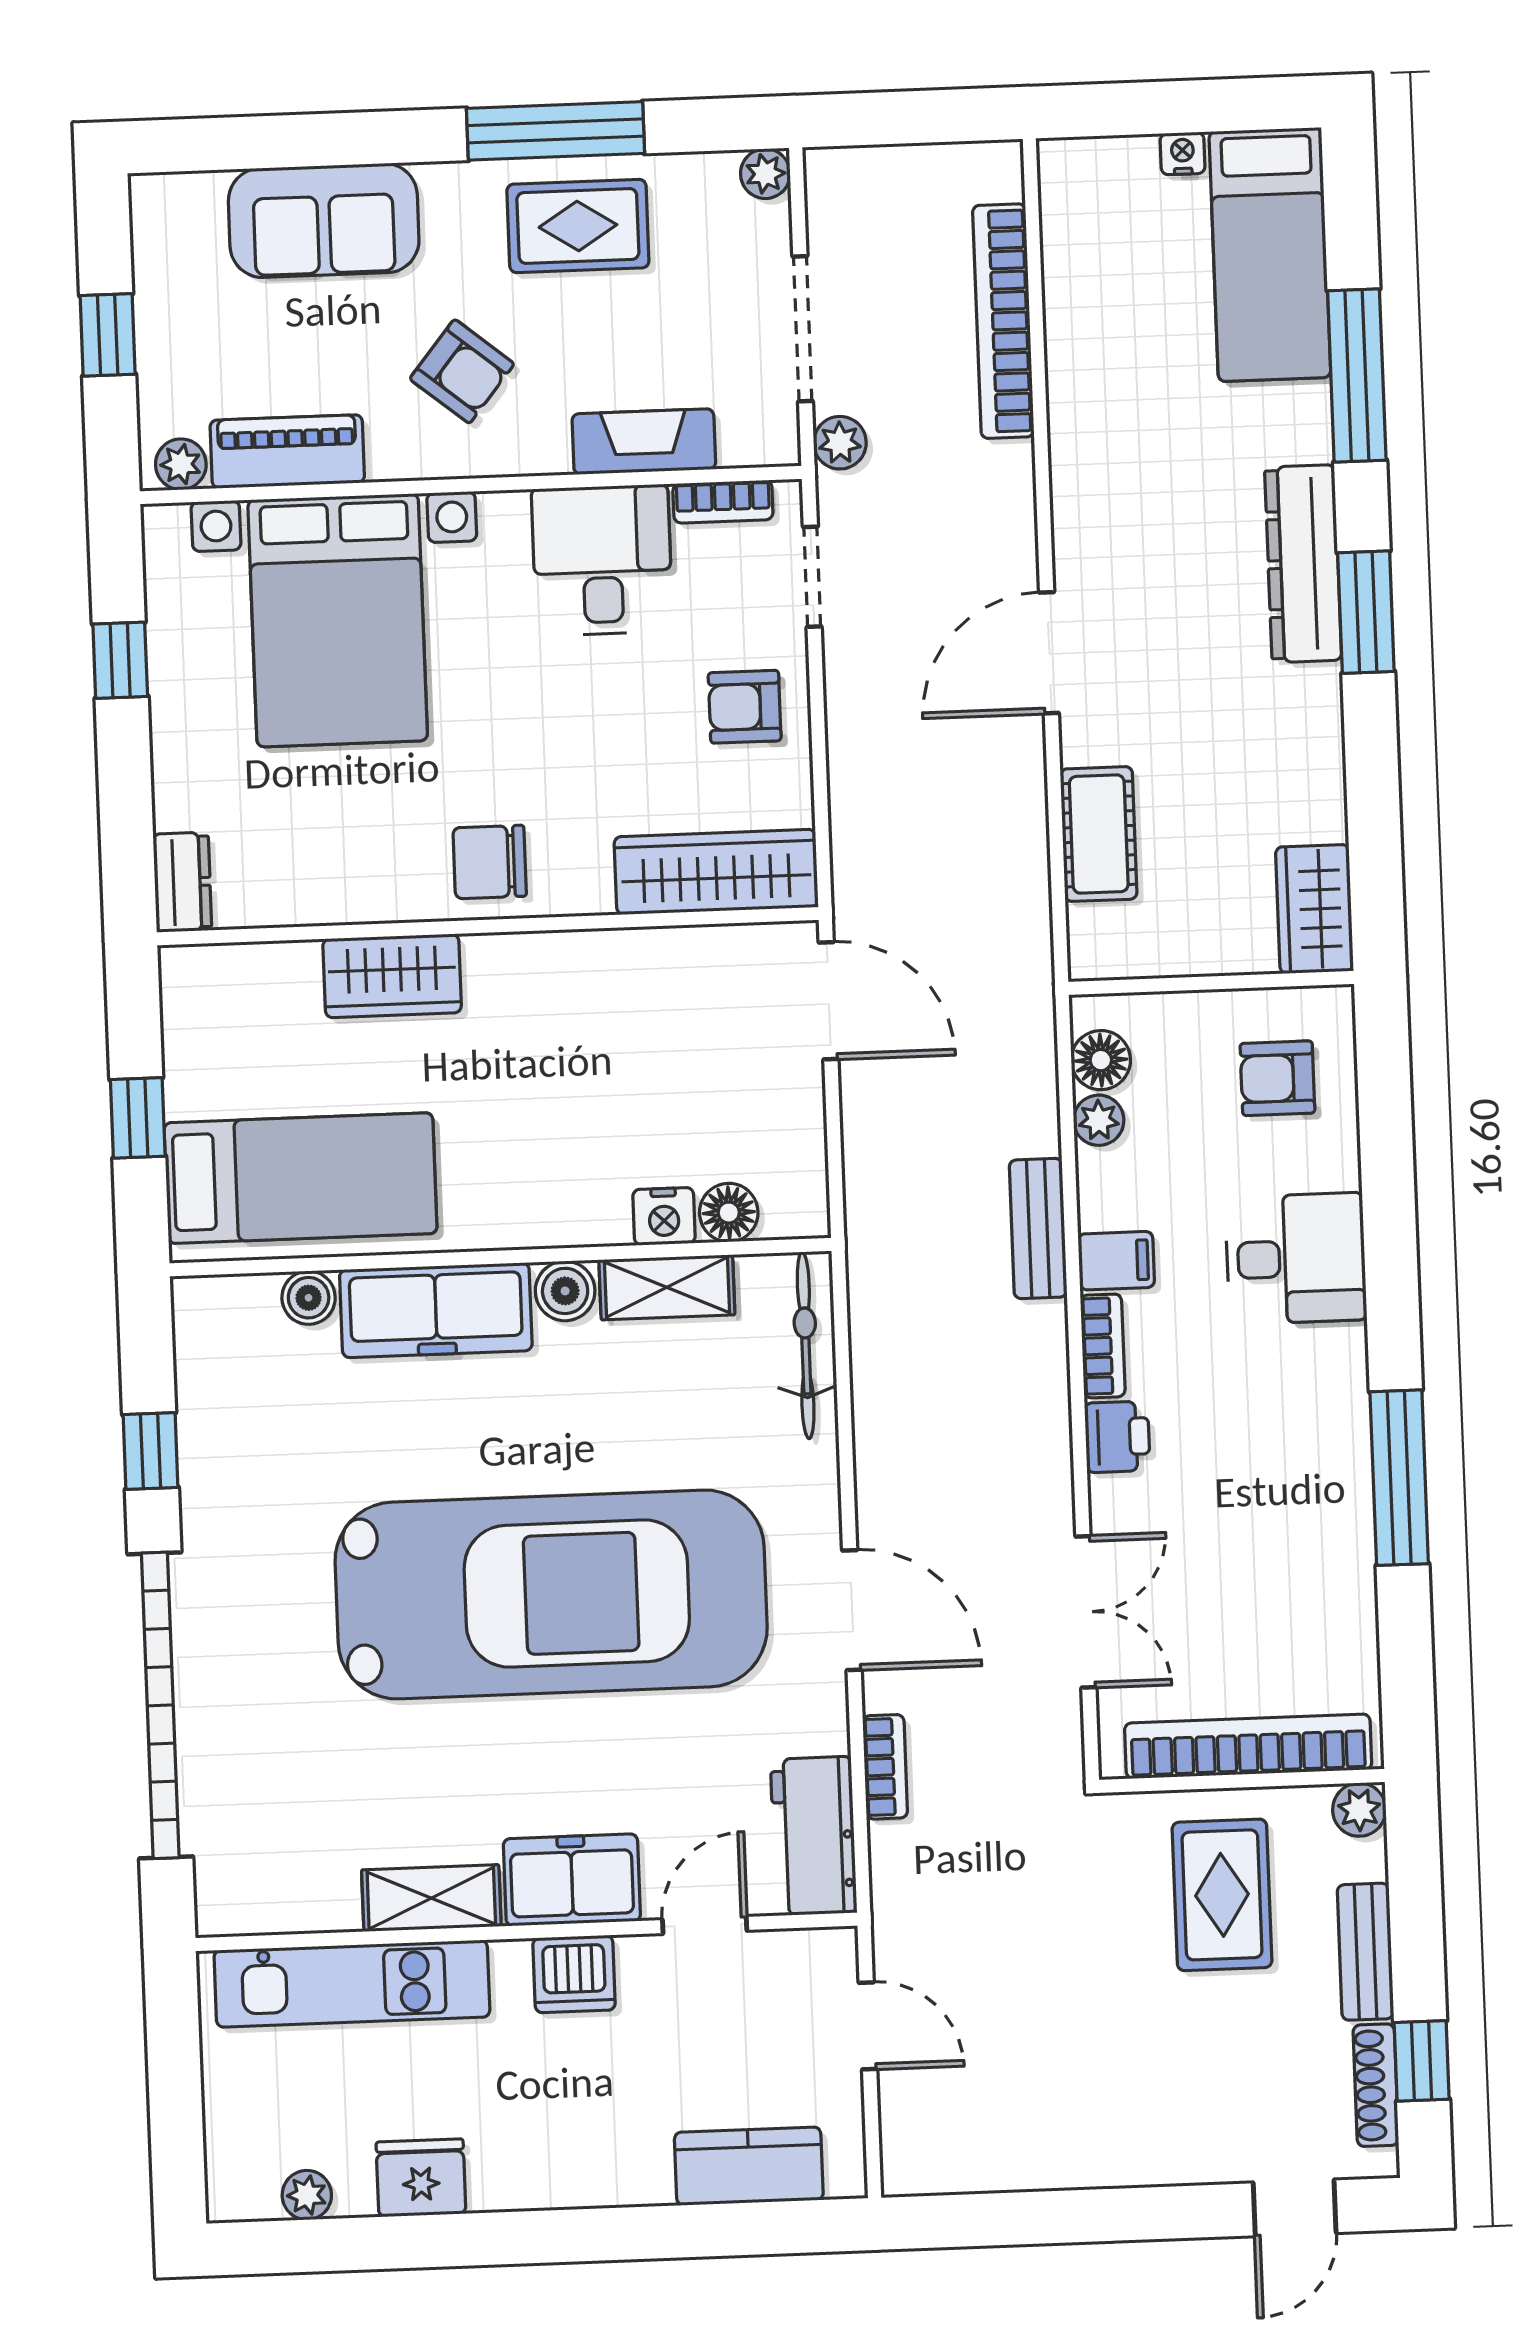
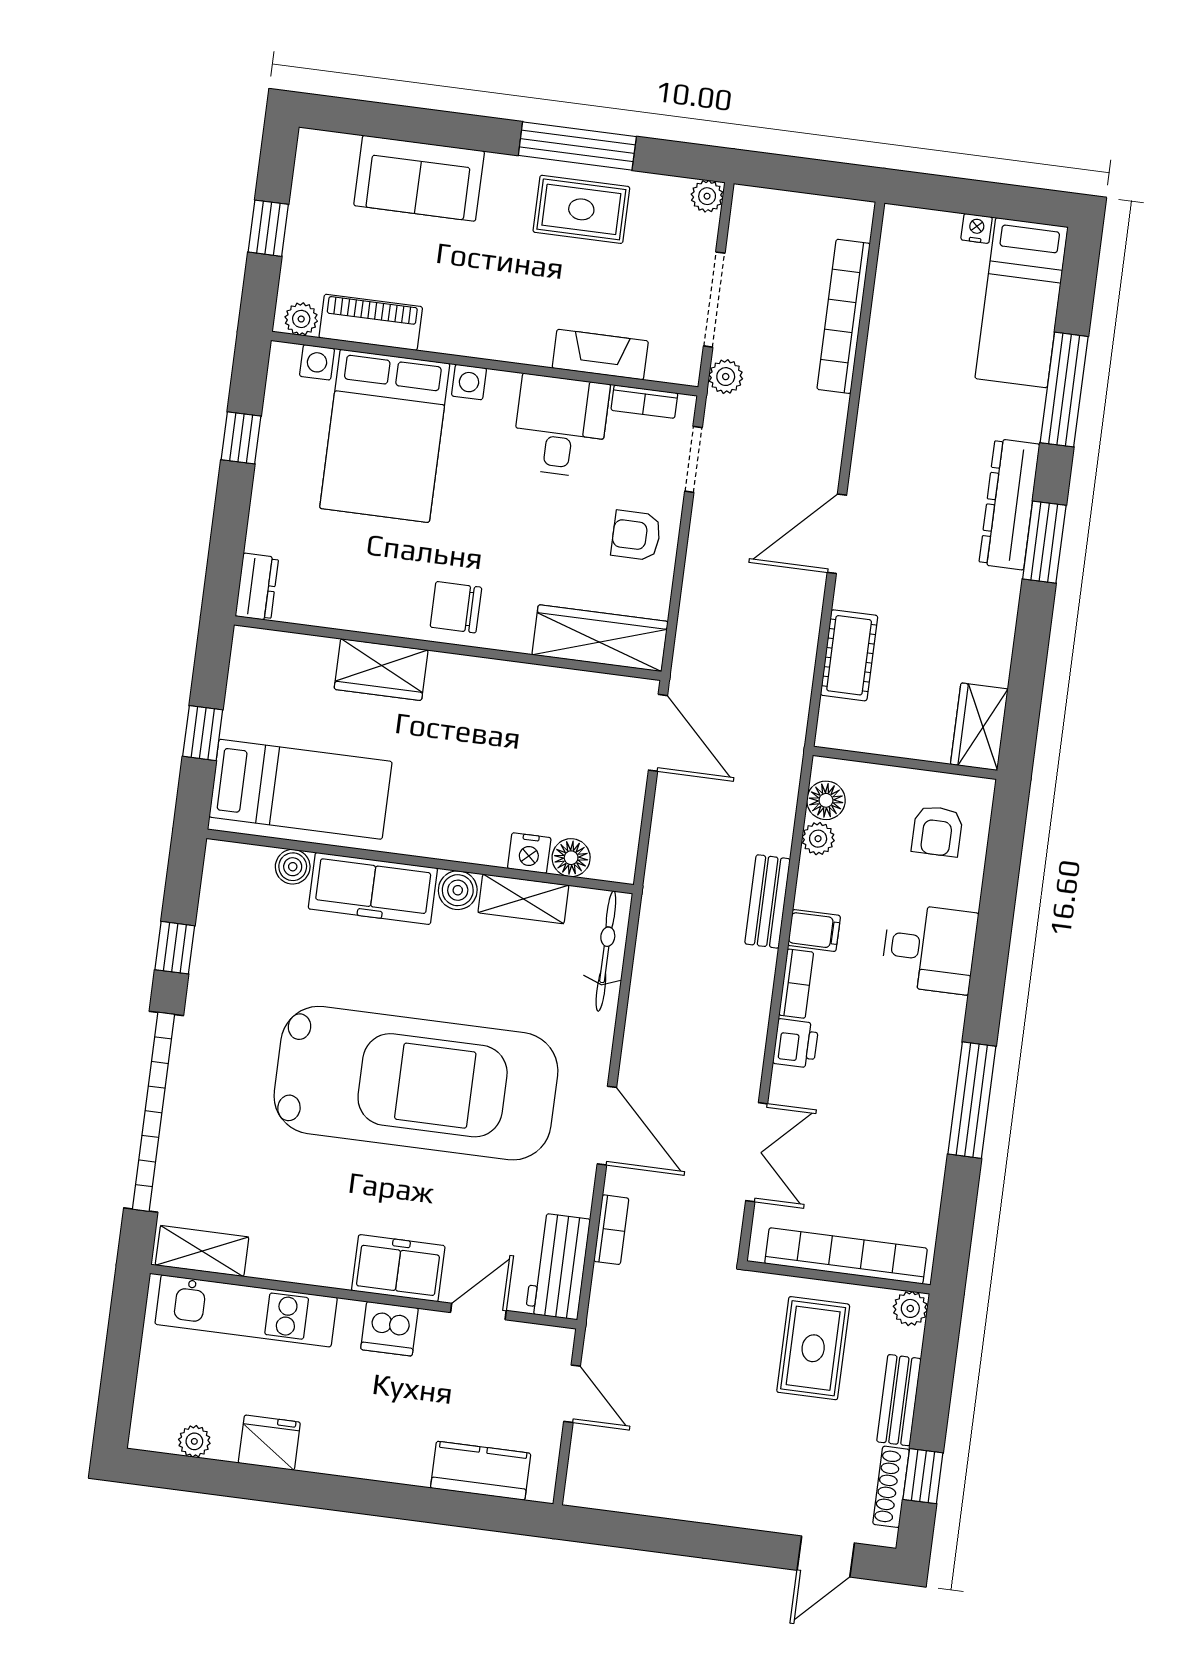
armchair: (462, 371) -> (491, 290), removed
armchair: (1277, 1078) -> (937, 831), turned -90
shelving: (431, 1898) -> (202, 1251), moved

